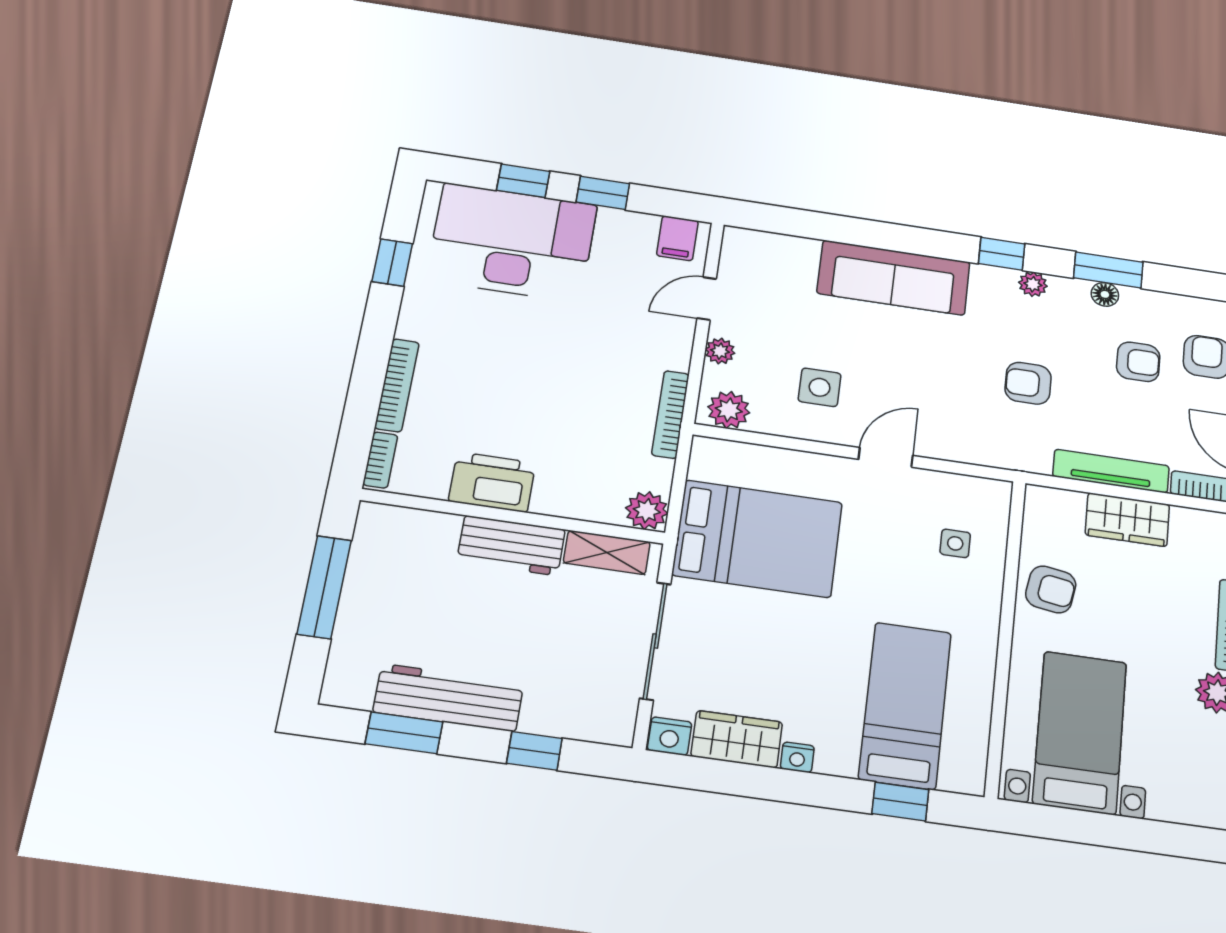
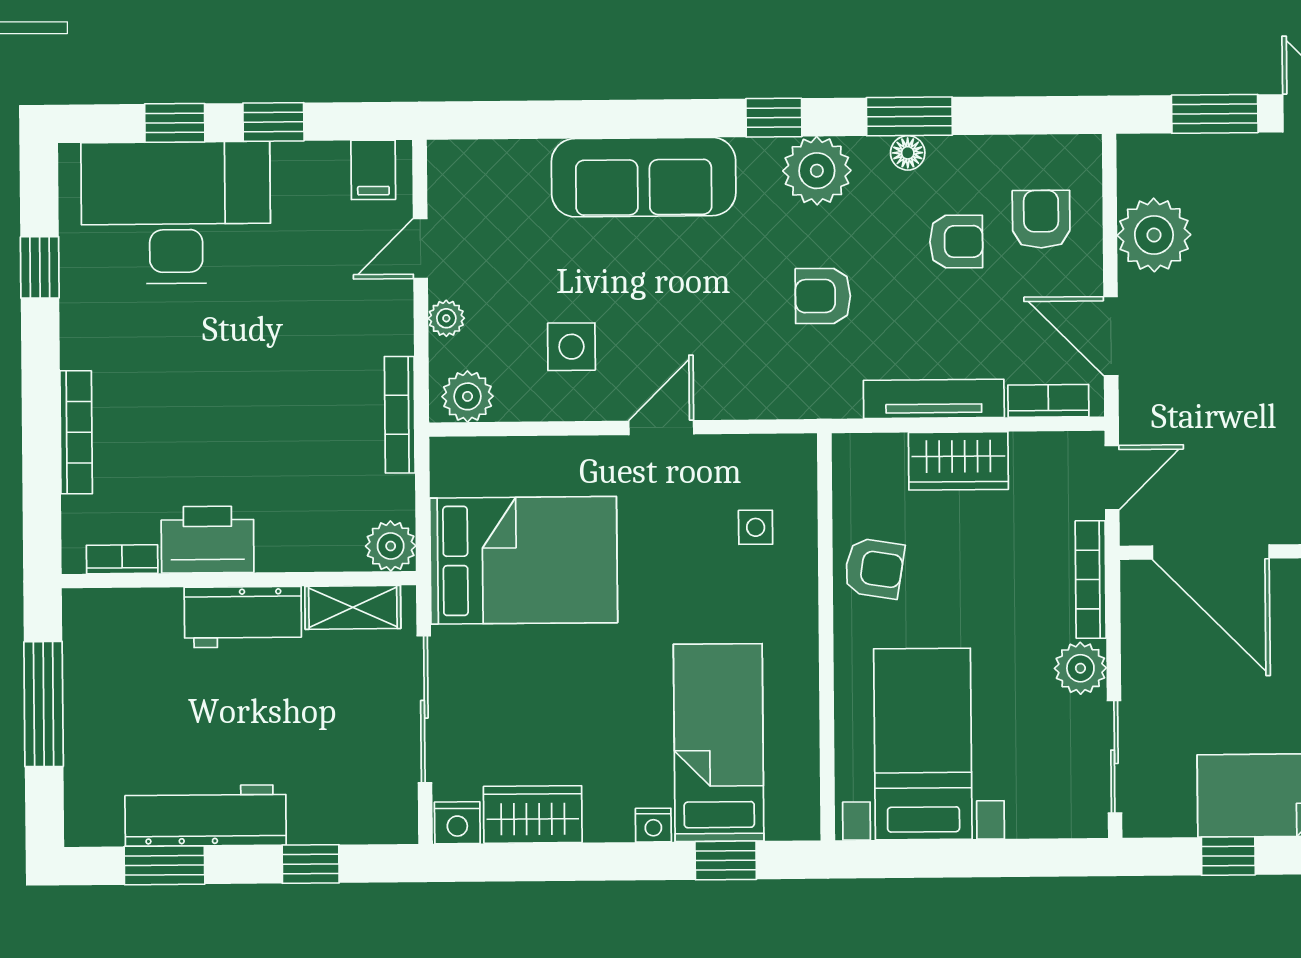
plant: (1033, 284) -> (817, 171), width x1.88, depth x1.88
bookcase: (380, 460) -> (122, 559), moved, turned -90
nightstand: (797, 757) -> (653, 825), moved

